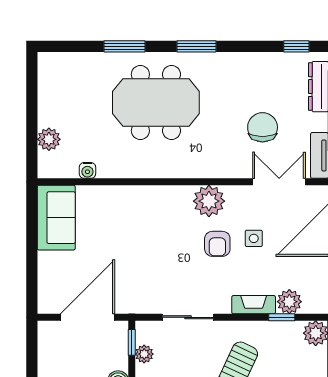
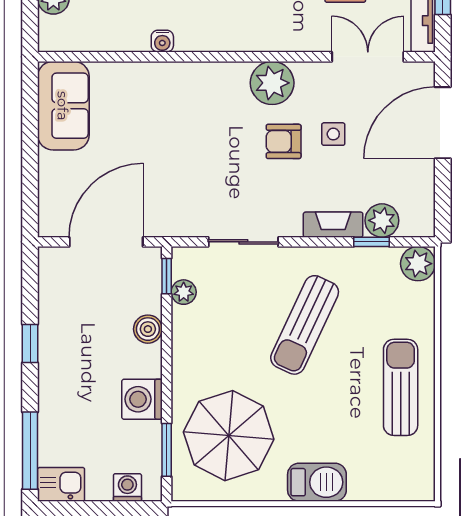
water cooler: (87, 170) -> (162, 41), moved
armchair: (217, 244) -> (284, 141), turned 90

